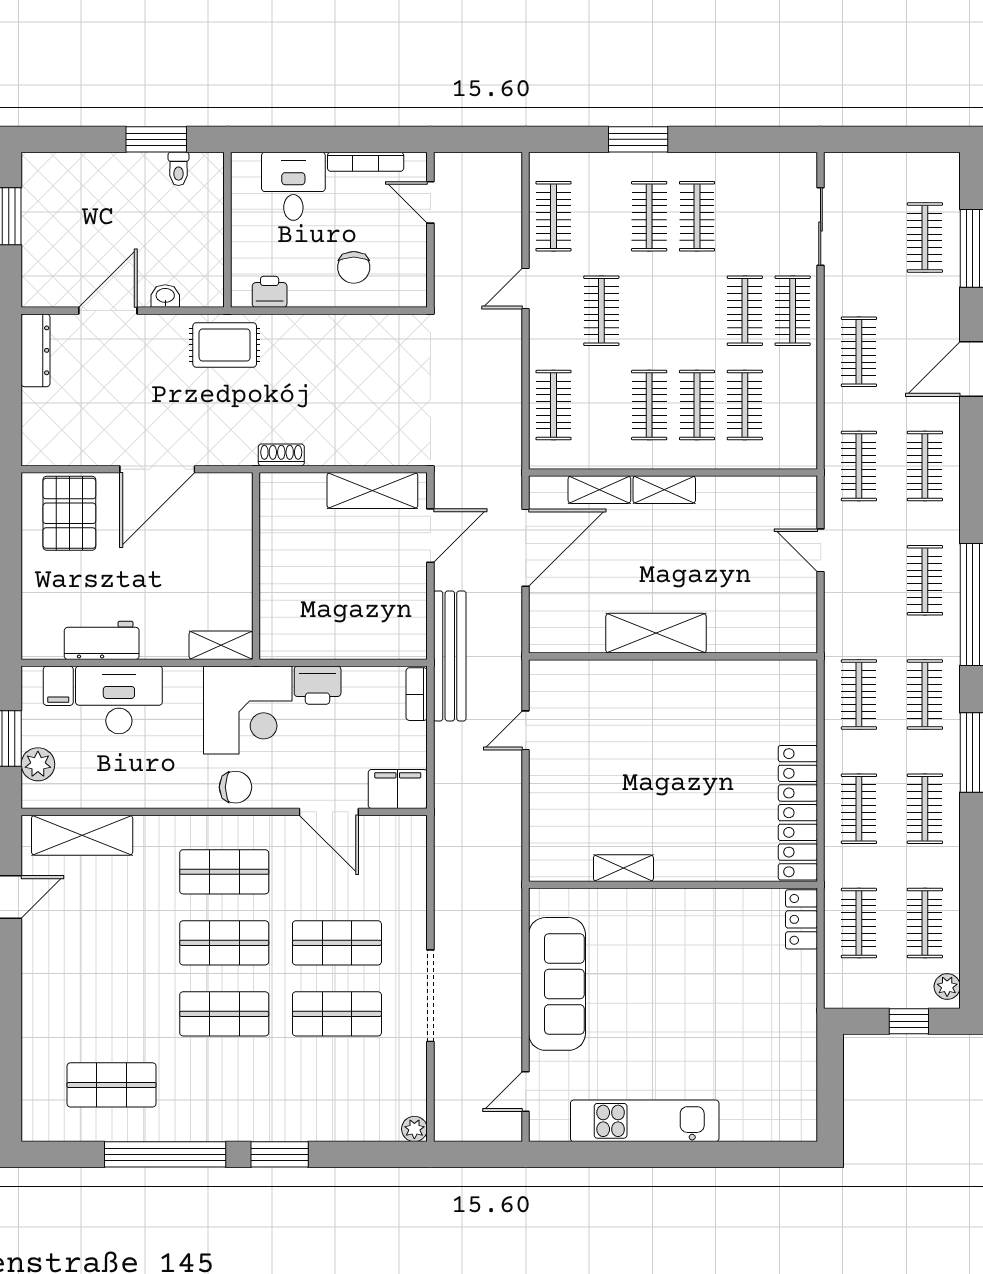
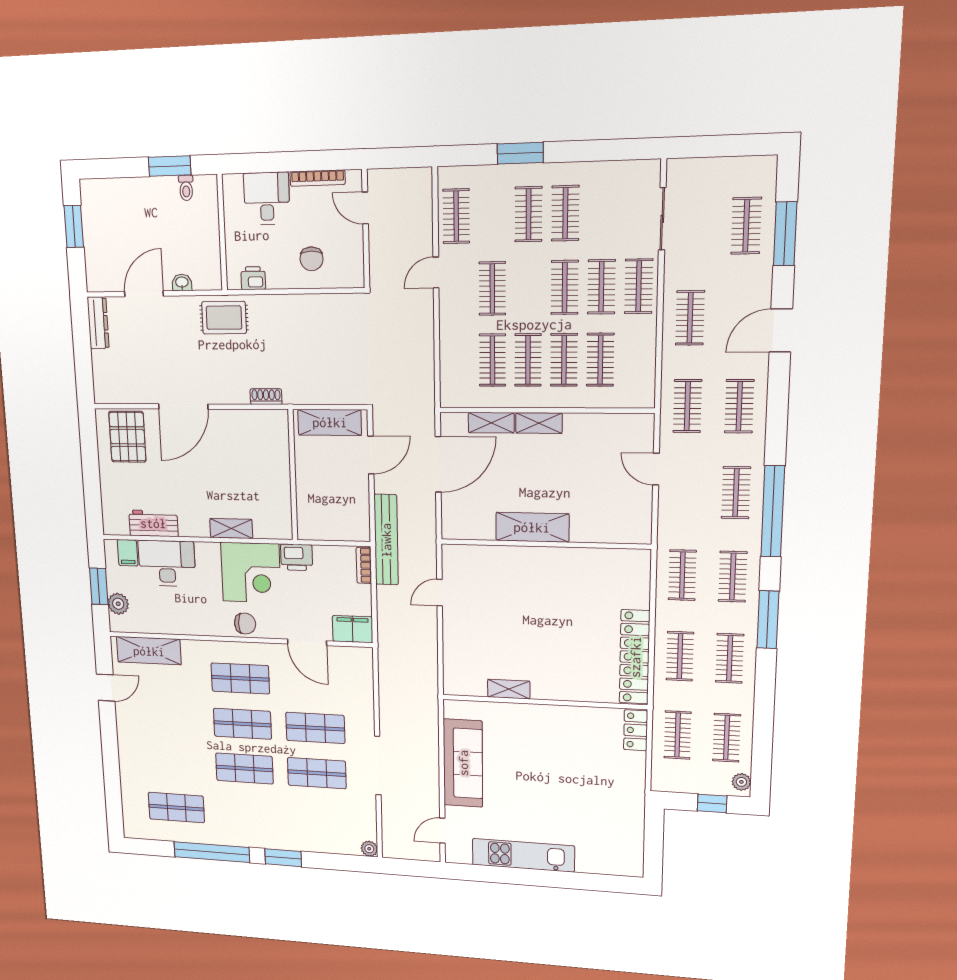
clothes rail: (697, 311) -> (565, 287), added
clothes rail: (553, 405) -> (492, 360), moved
wall: (256, 566) -> (293, 475), moved

